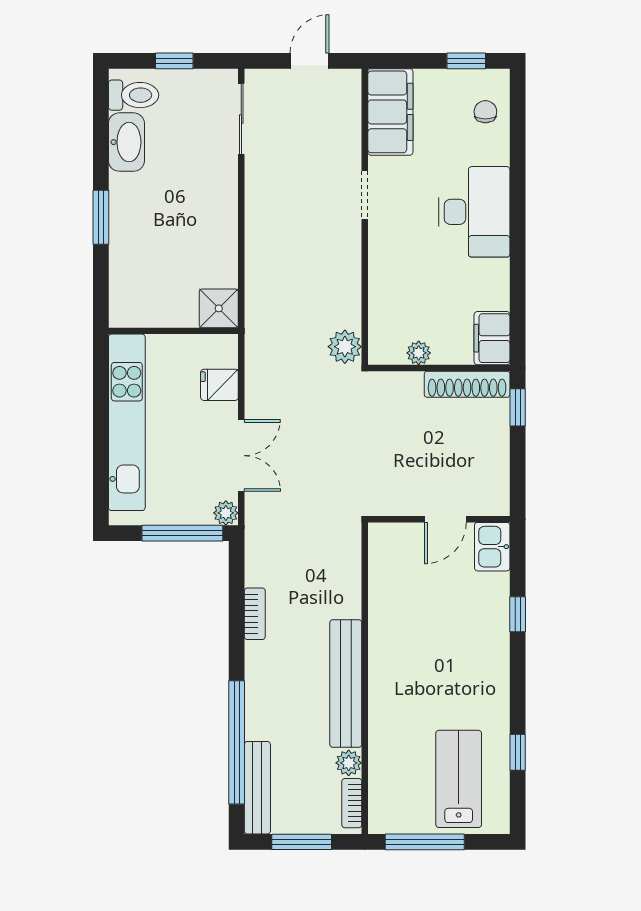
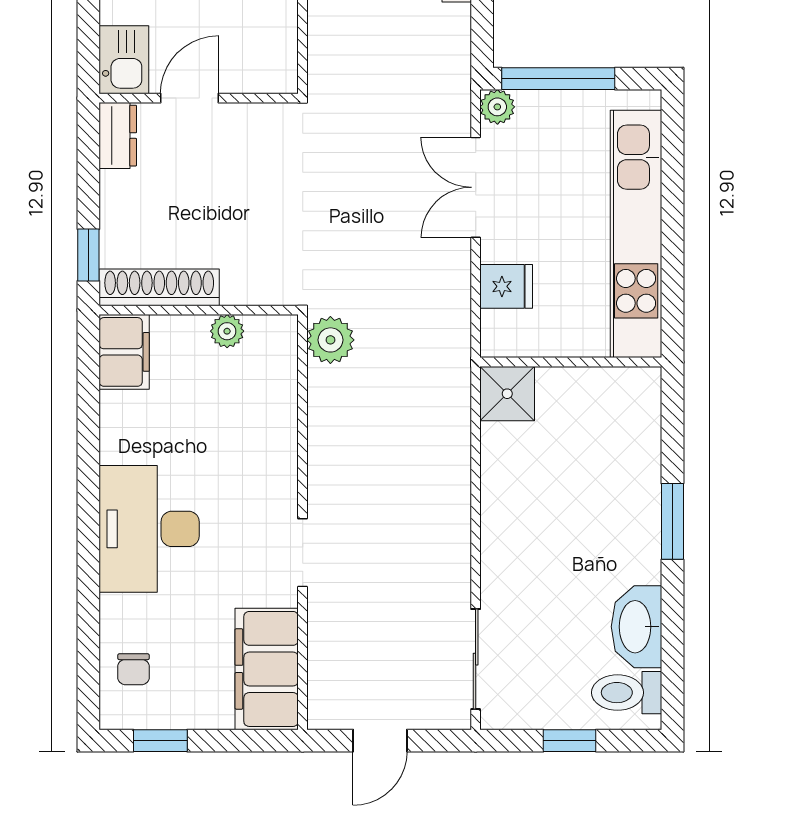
dresser: (497, 492) -> (118, 136), added

